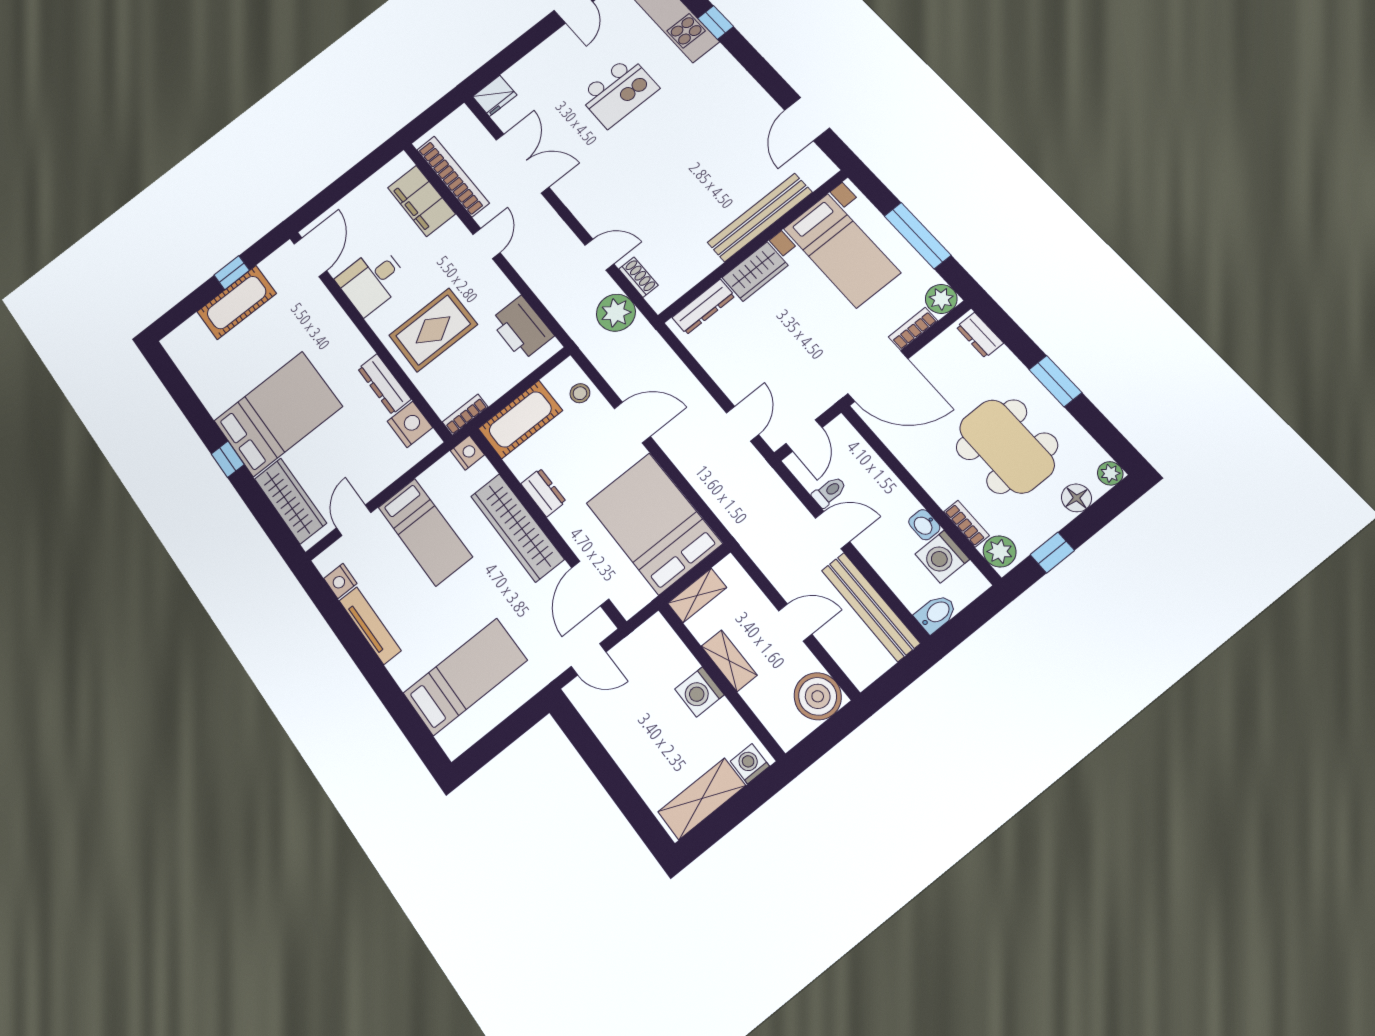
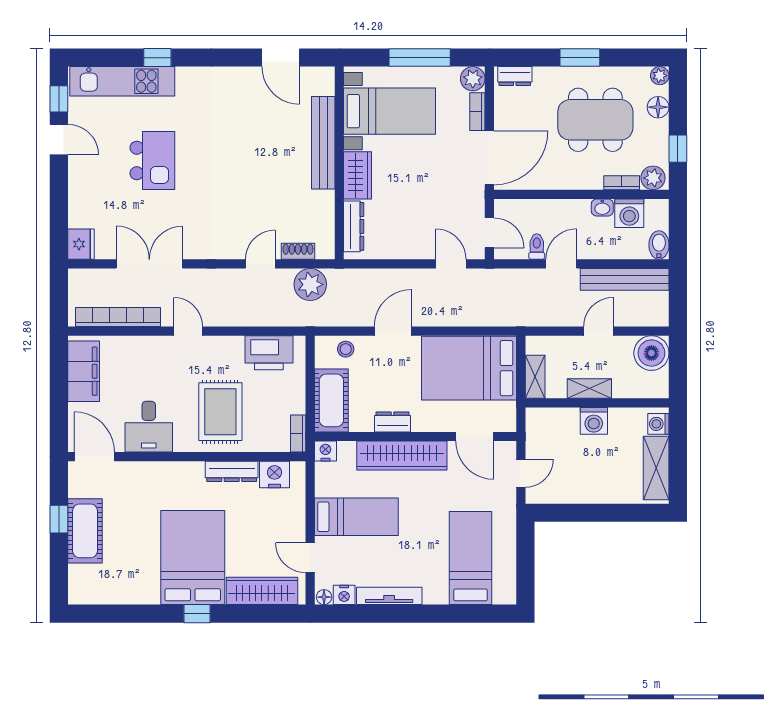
filing cabinet: (421, 201) -> (84, 371), moved, turned -90
floor lamp: (325, 564) -> (324, 597), added

